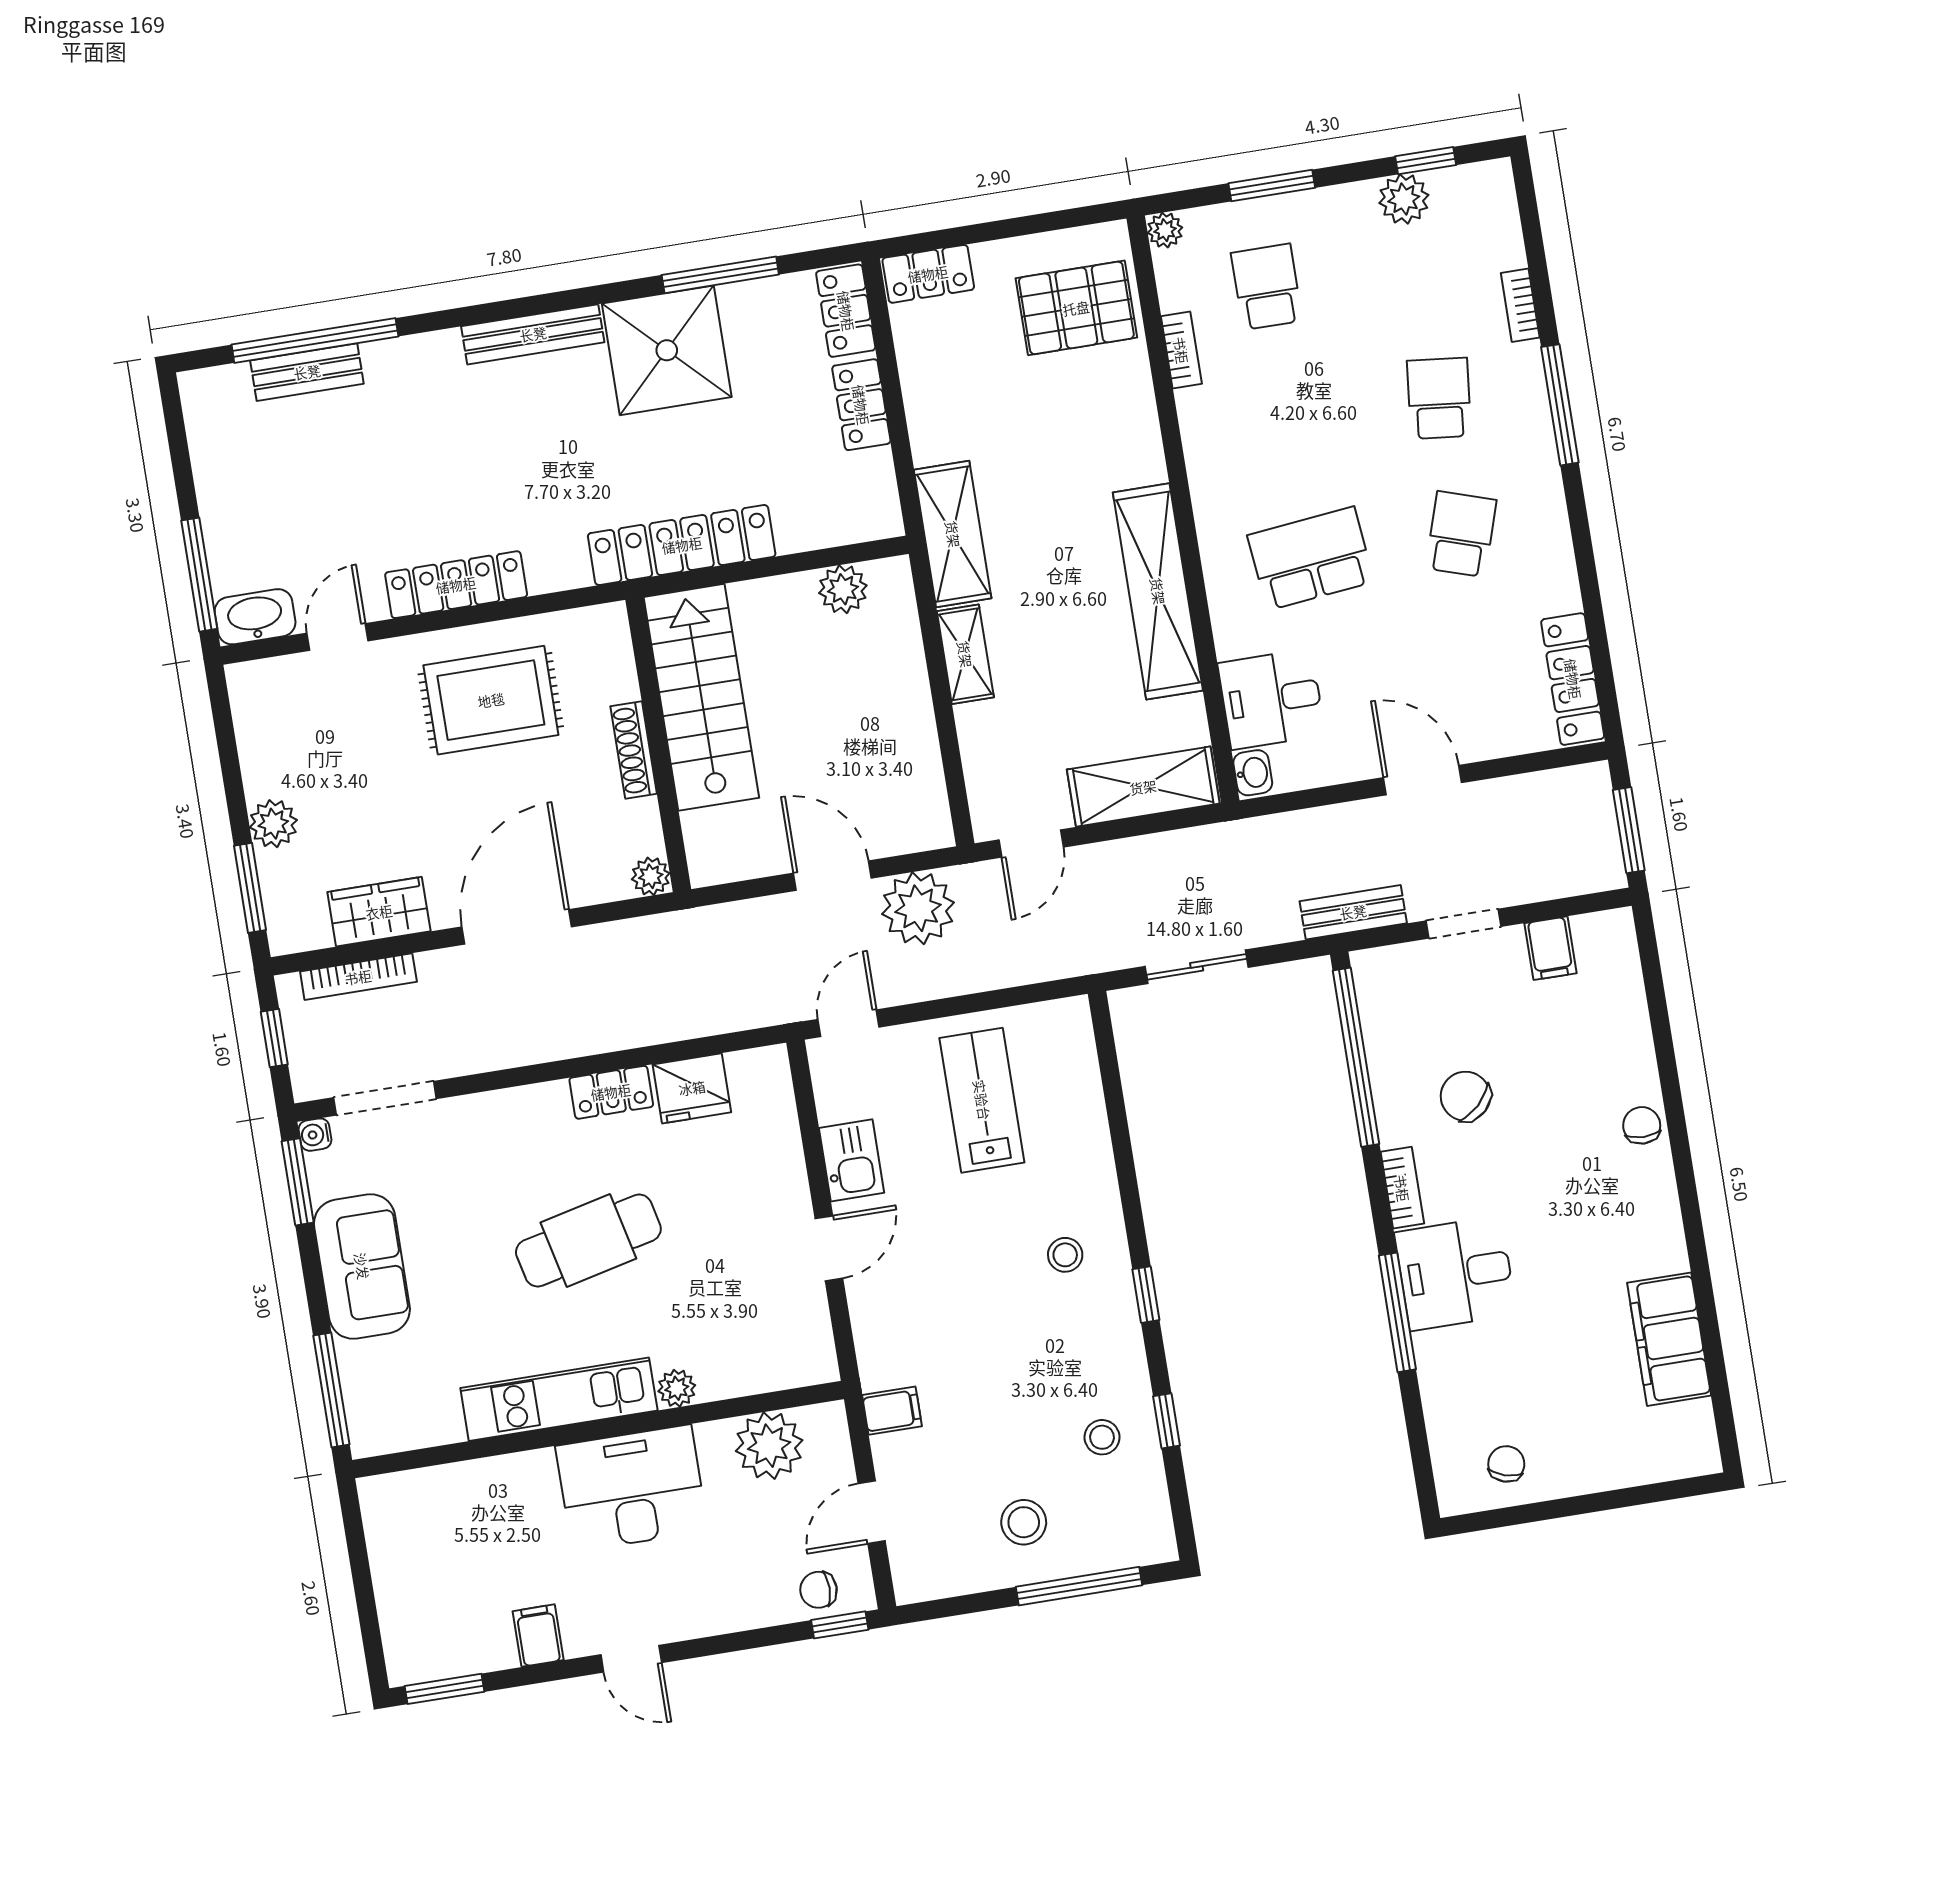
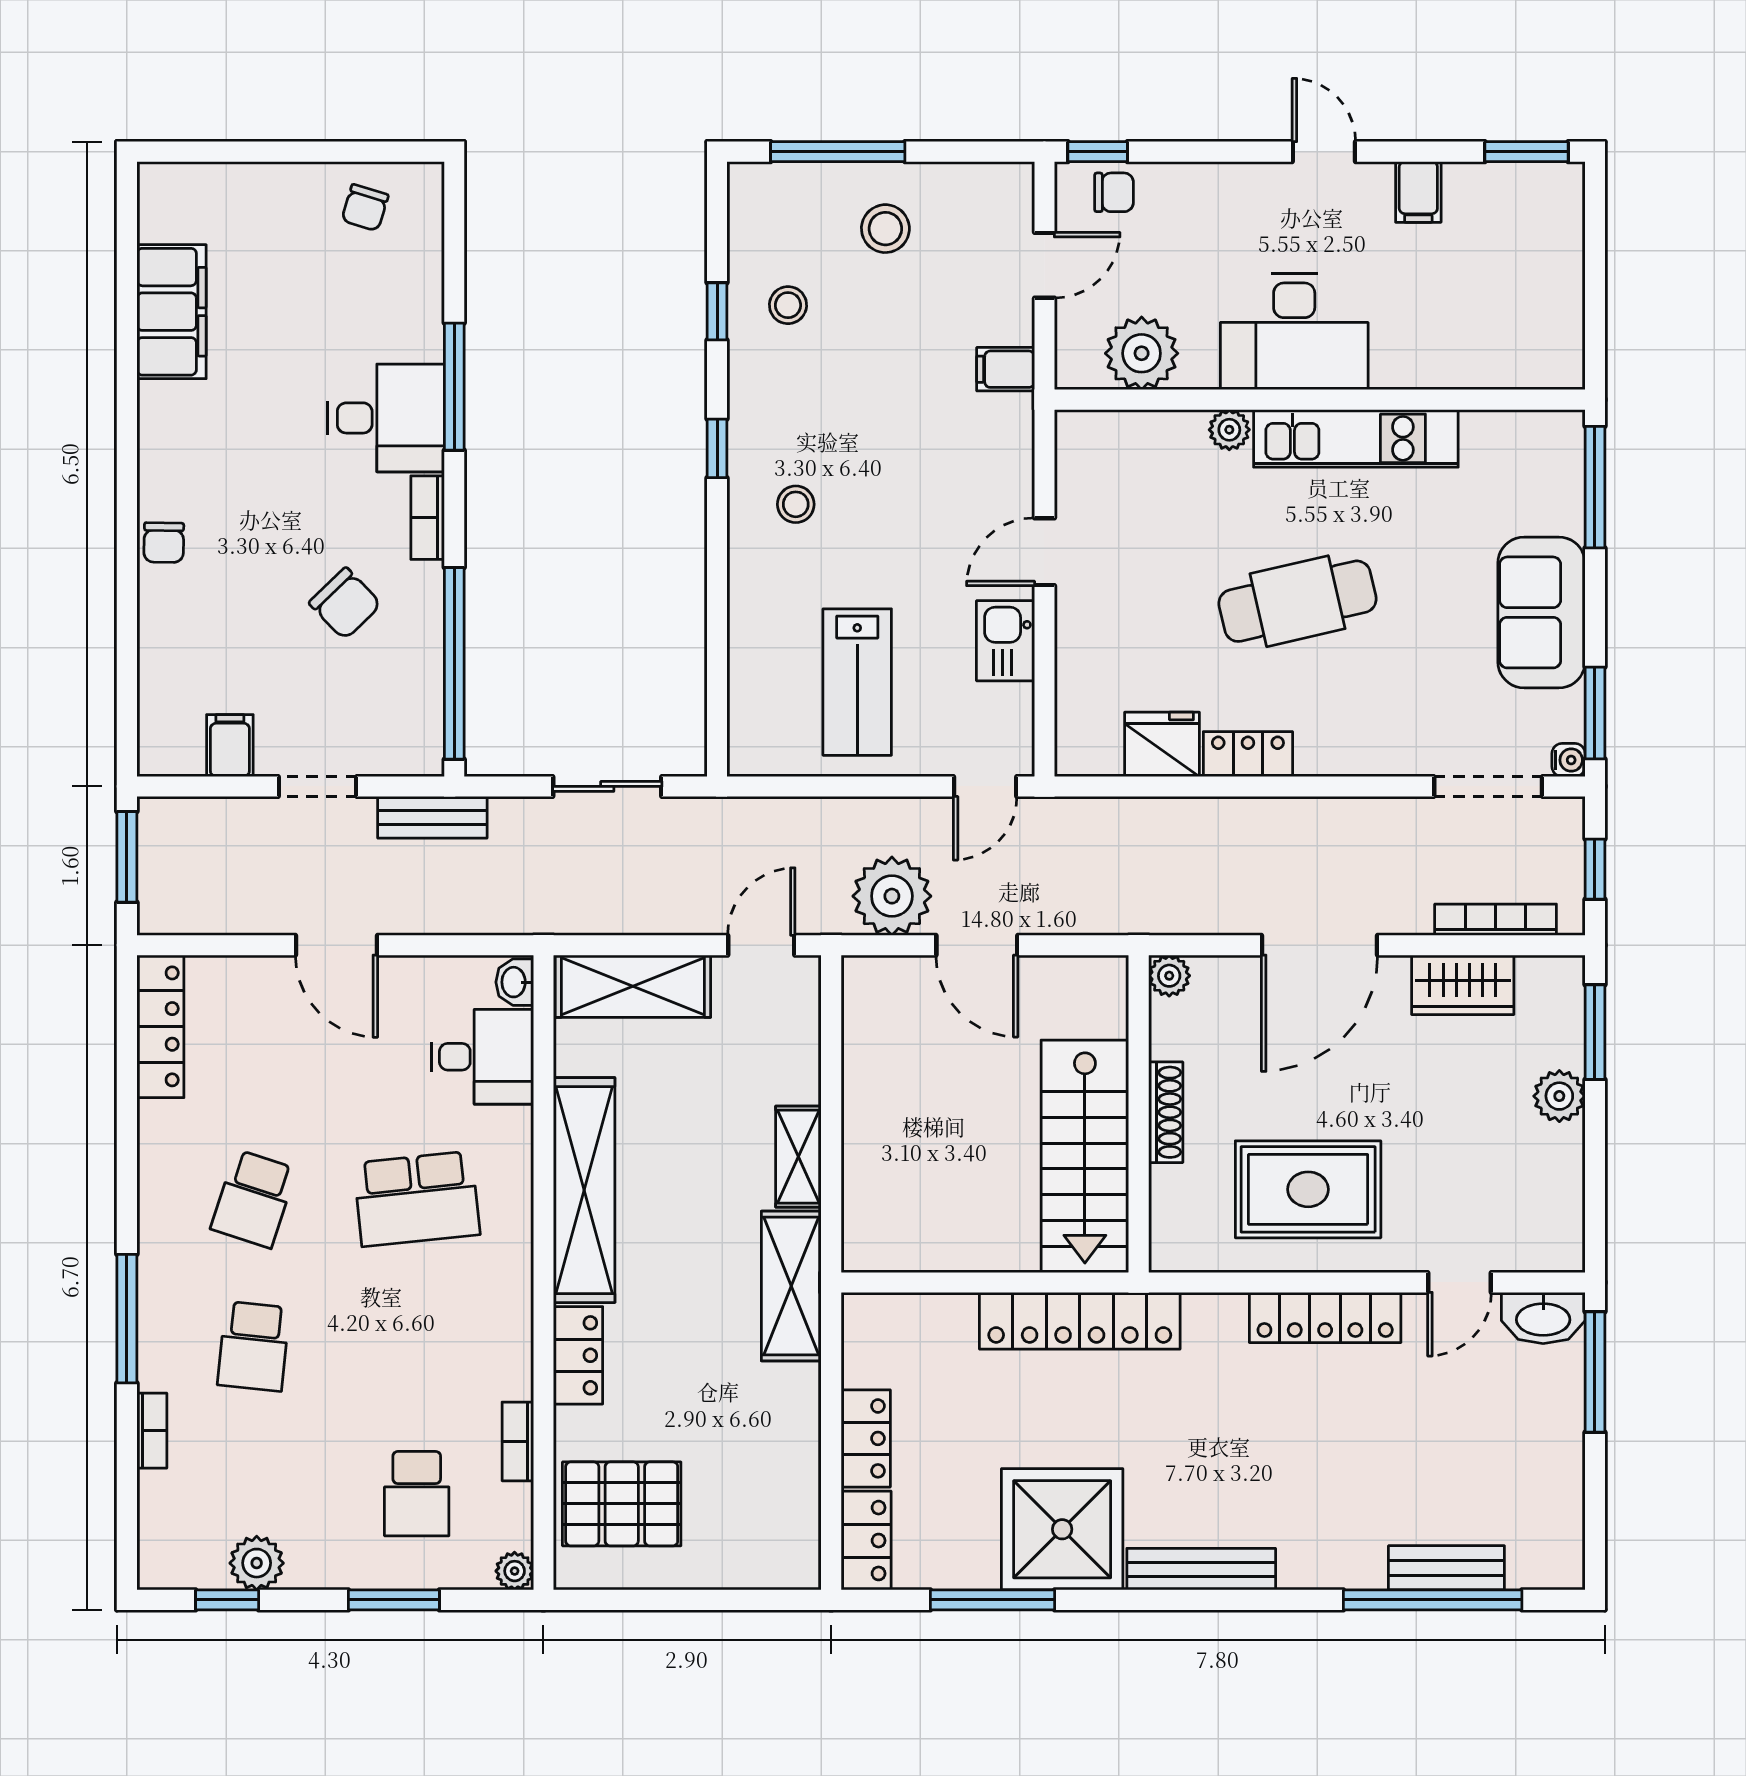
locker: (928, 274) -> (578, 1355), moved, turned 90
plant: (843, 589) -> (917, 1246), removed

